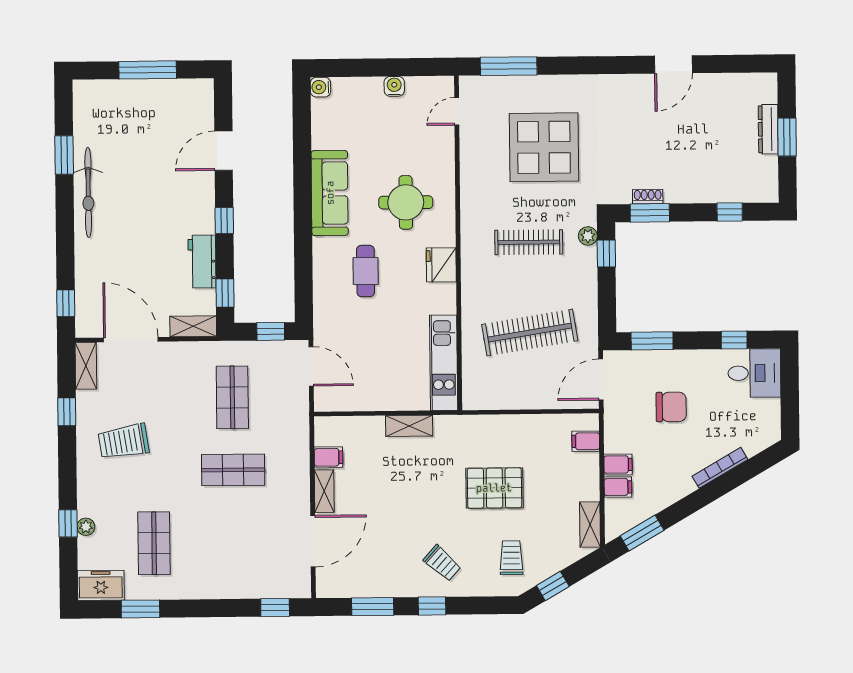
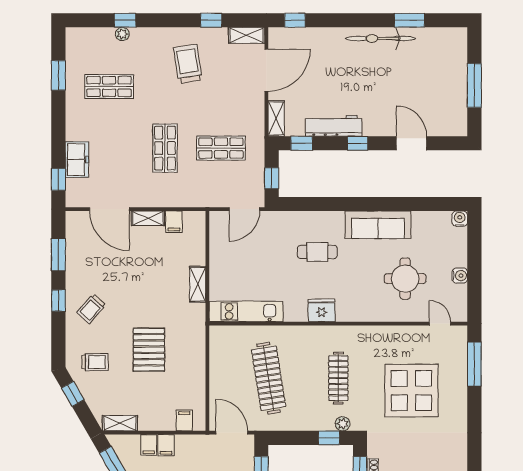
round table: (406, 202) -> (405, 279), moved
workbench: (202, 262) -> (334, 126), width x1.38
freezer: (101, 585) -> (77, 160), moved

